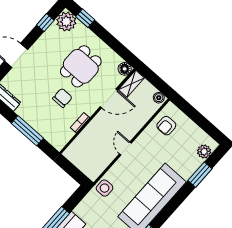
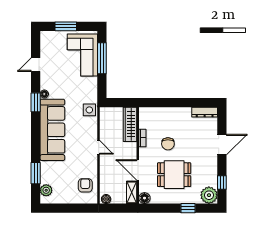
window: (85, 18) -> (188, 208), moved
dining table: (81, 66) -> (174, 175), turned 90
door: (109, 98) -> (138, 170), hinge flipped
window: (27, 131) -> (172, 103), removed
wardrobe: (80, 144) -> (130, 124), added

